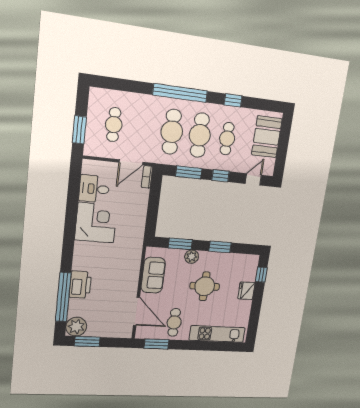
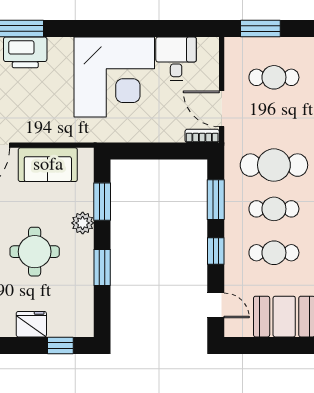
cafe table: (200, 135) -> (274, 209), width x0.73, depth x0.74
corner desk: (96, 223) -> (114, 77), width x1.36, depth x1.36

